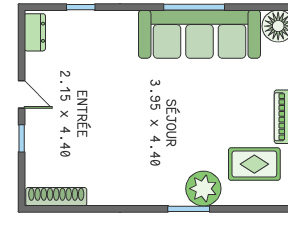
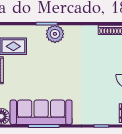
plant: (203, 189) -> (55, 34), moved

